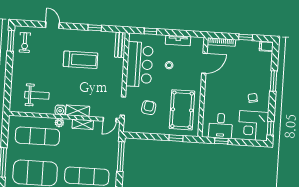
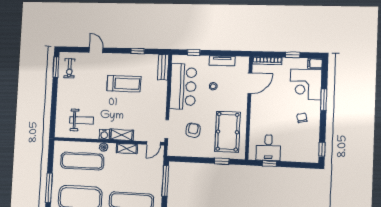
corner desk: (253, 126) -> (306, 84), moved

